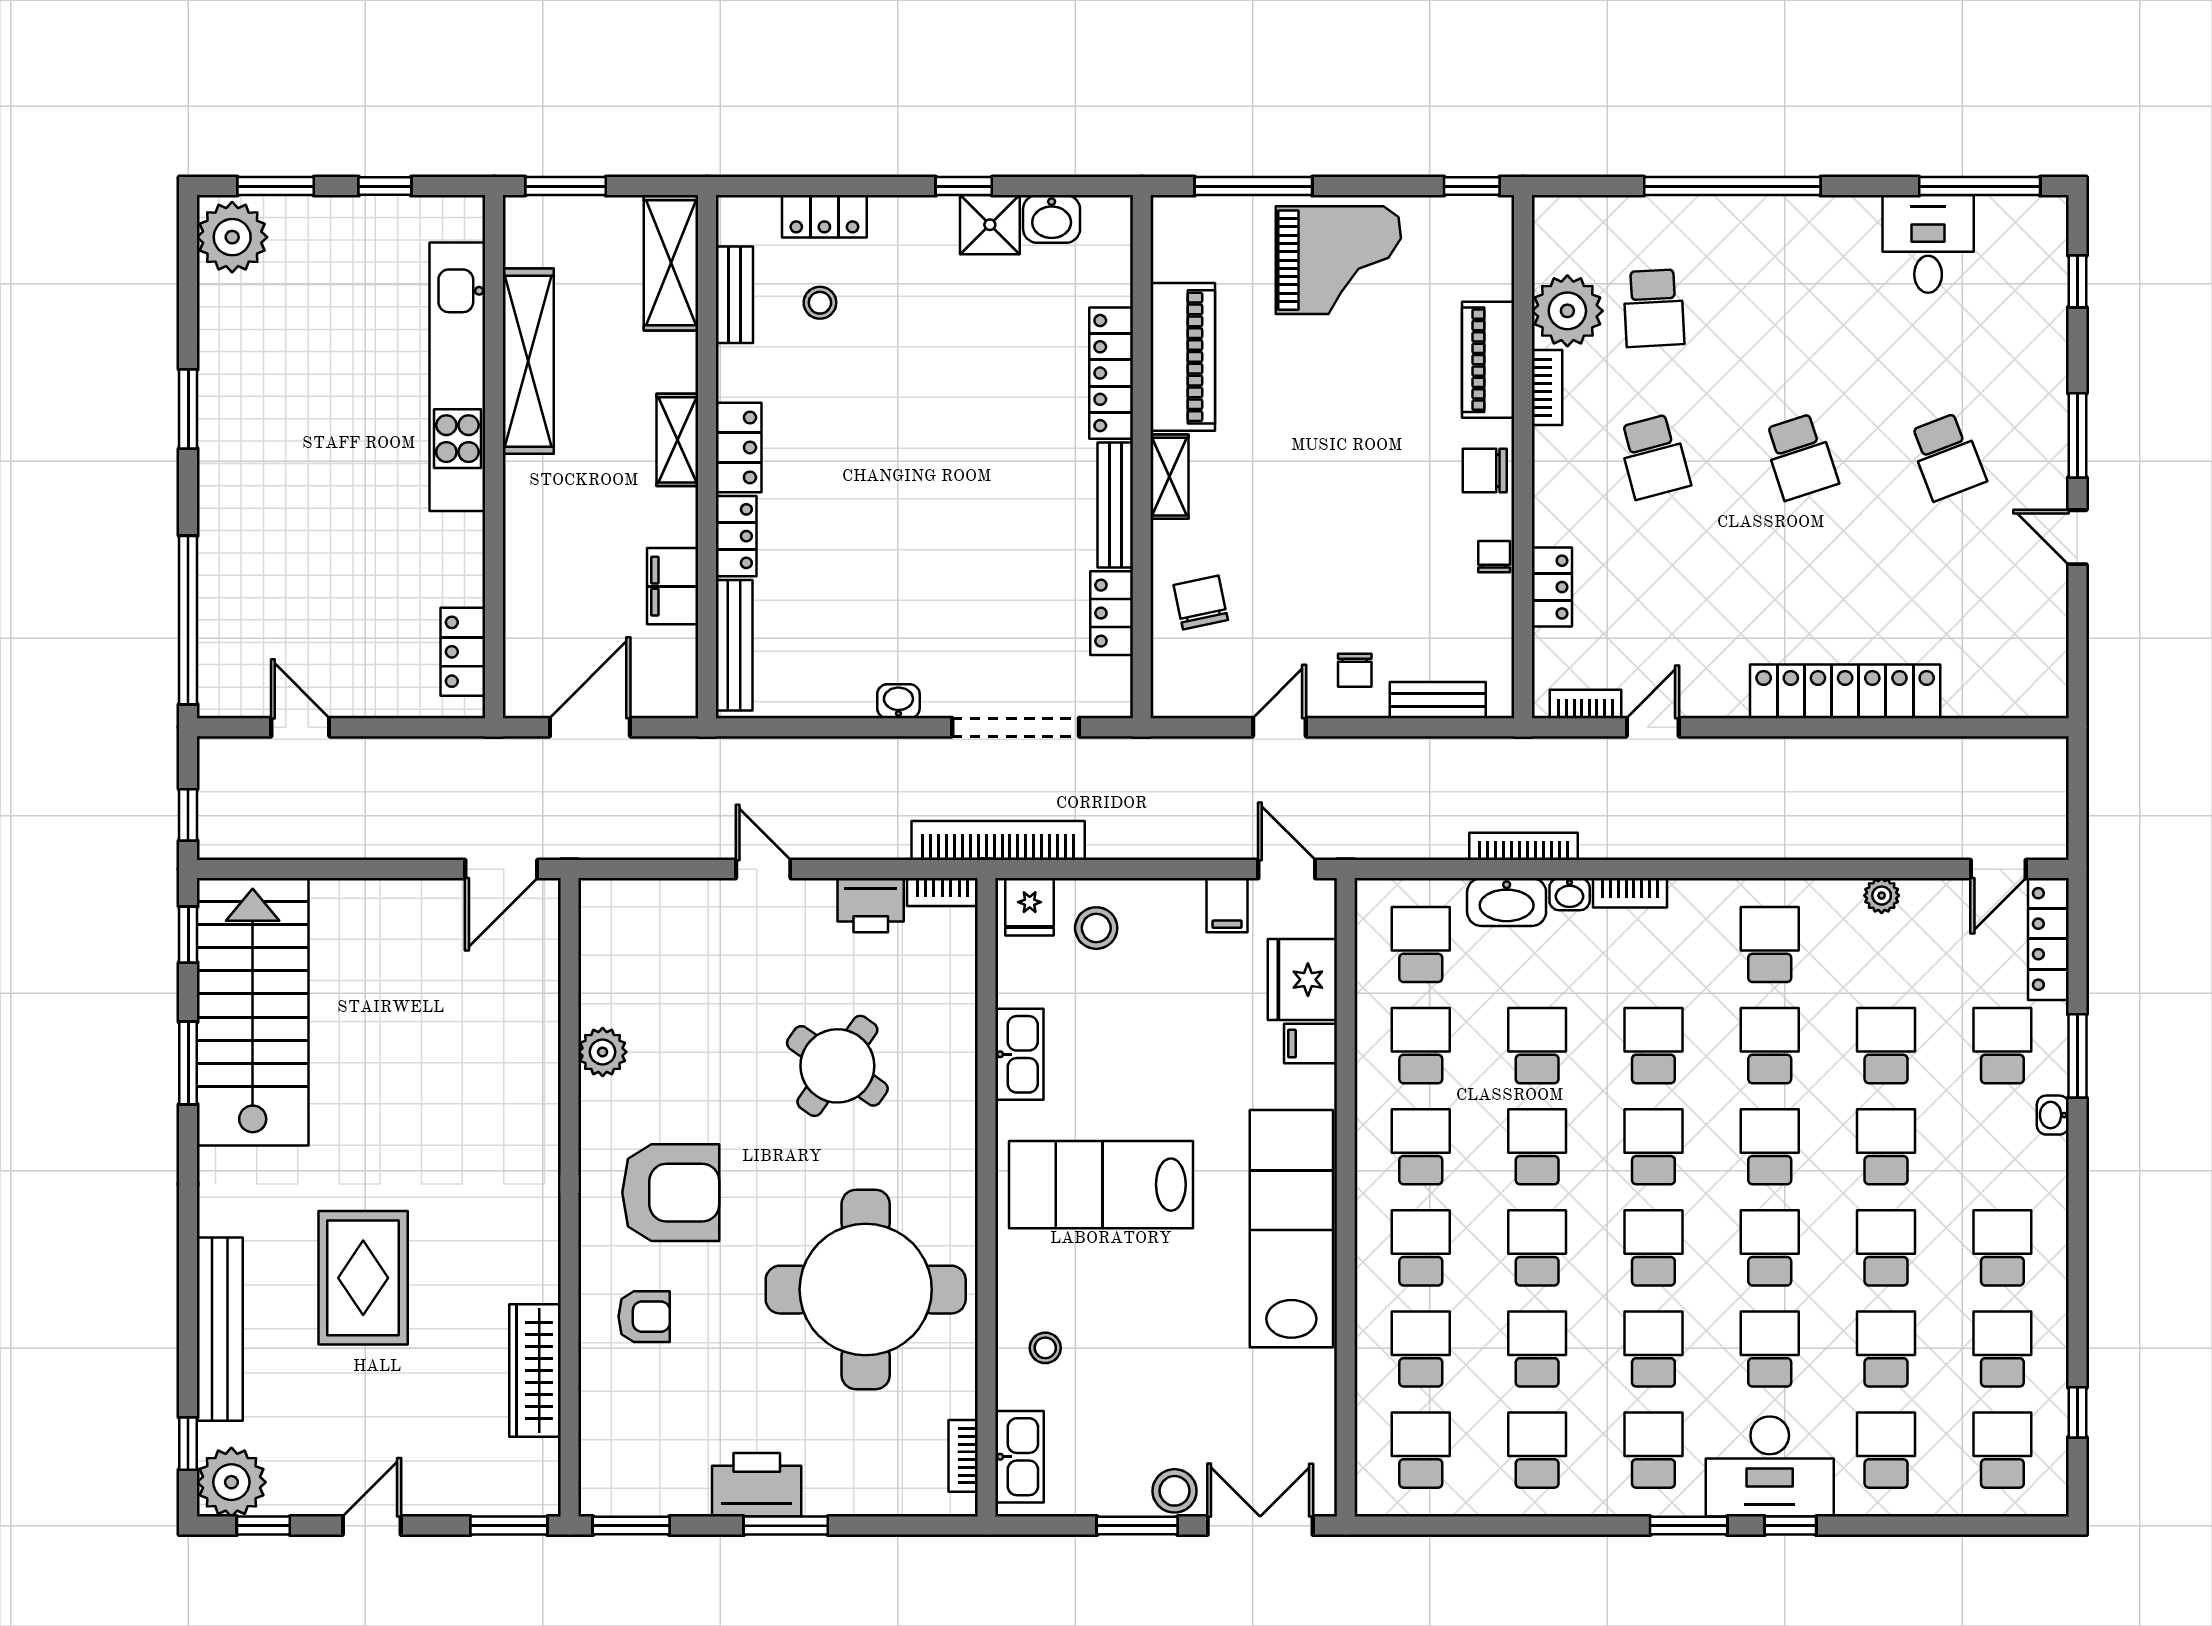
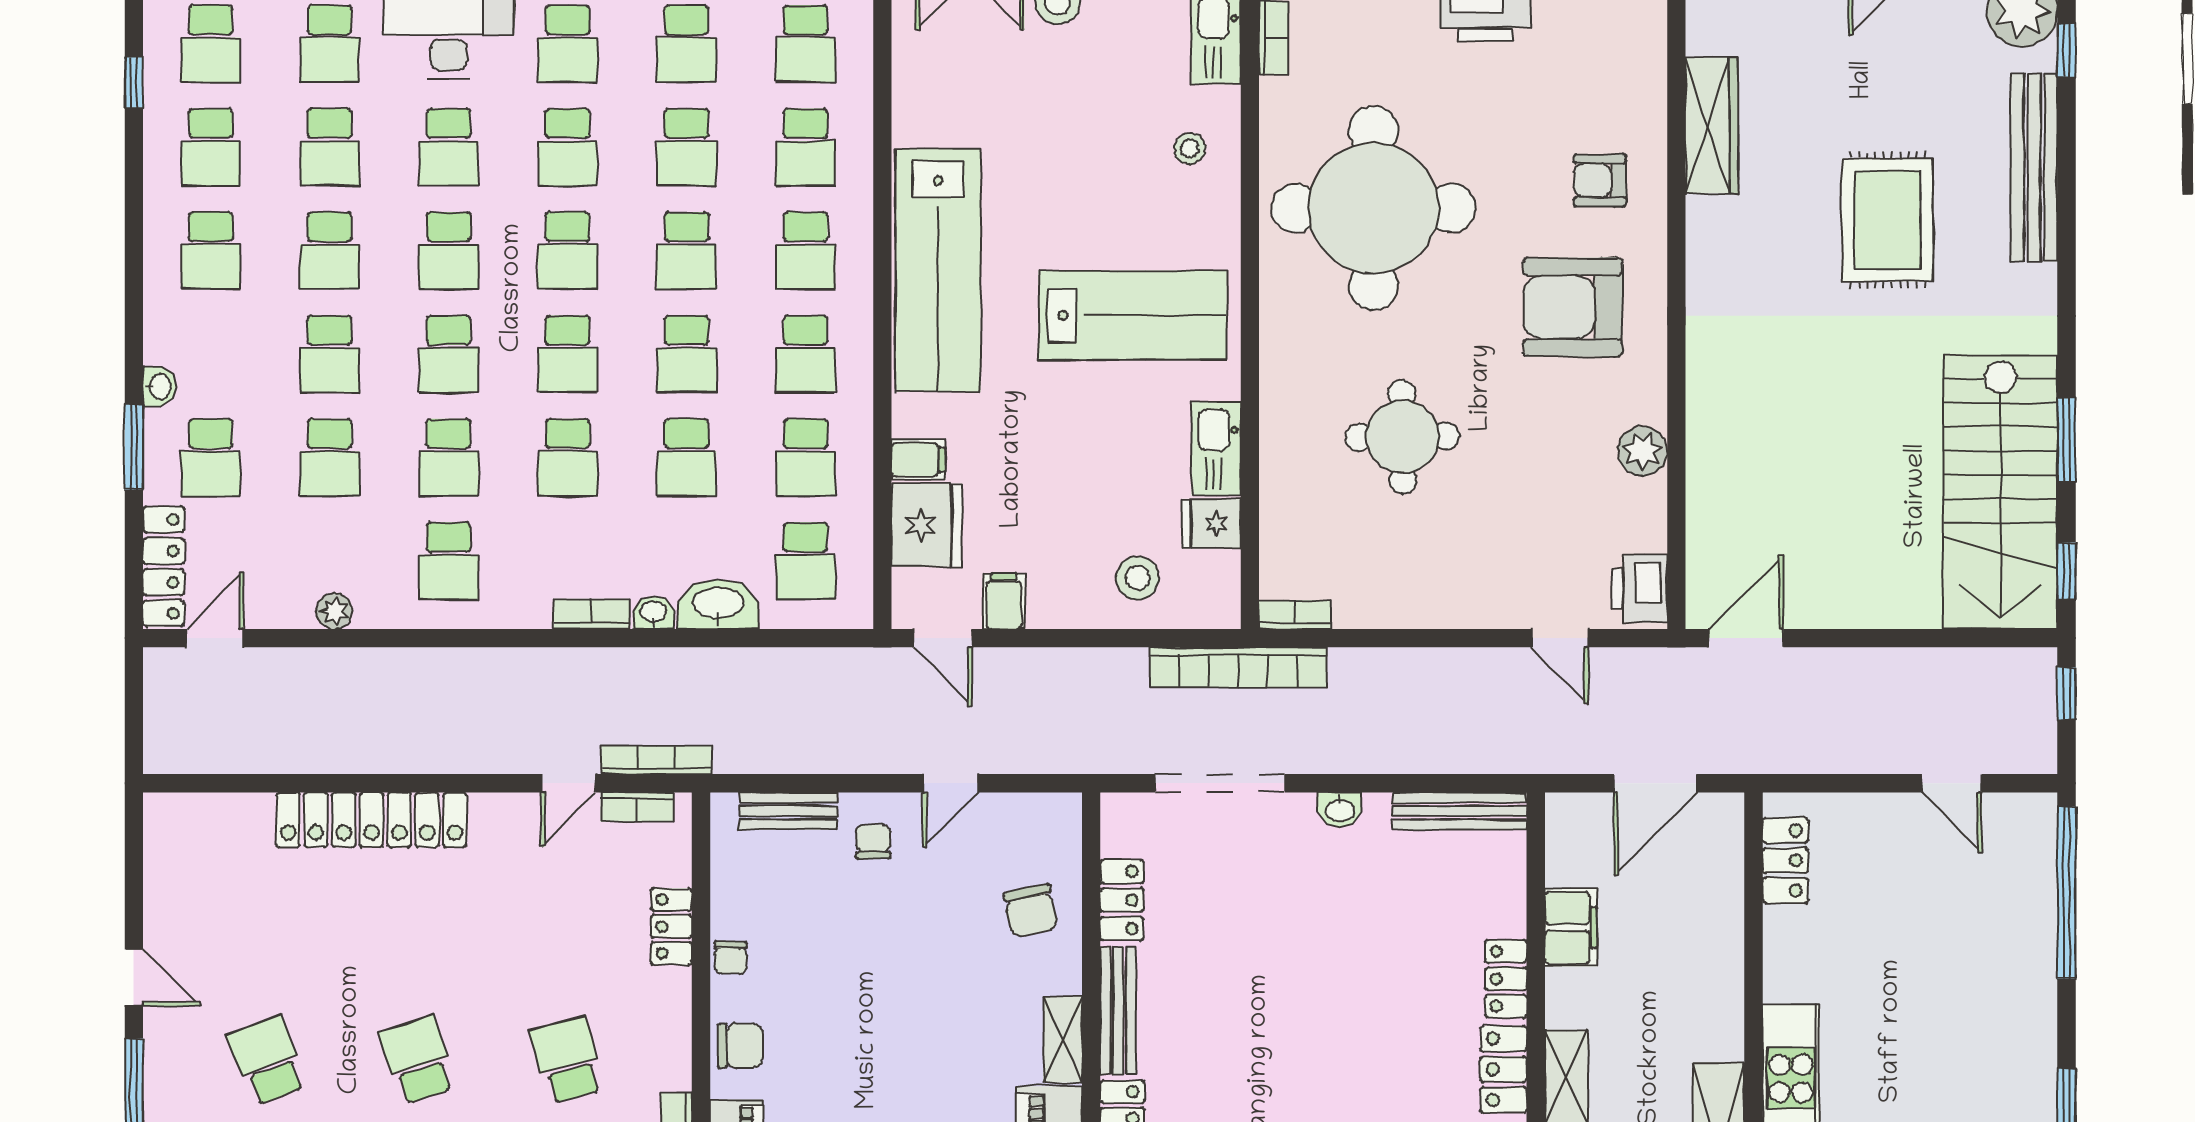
bench: (734, 645) -> (1460, 811), moved, turned 90
bookcase: (1523, 846) -> (657, 760), moved, turned 180
door: (763, 869) -> (1559, 638), moved
printer: (871, 905) -> (1639, 589), moved, turned -90
fridge: (1030, 907) -> (1211, 524), moved, turned -90
round table: (837, 1066) -> (1402, 437), turned -36

